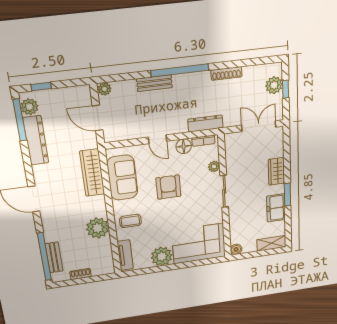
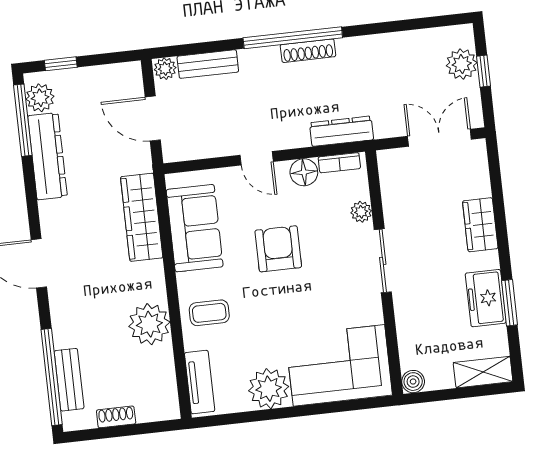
shoe rack: (226, 73) -> (308, 51), moved
bench: (154, 83) -> (208, 64), moved
window: (287, 195) -> (509, 303), moved

